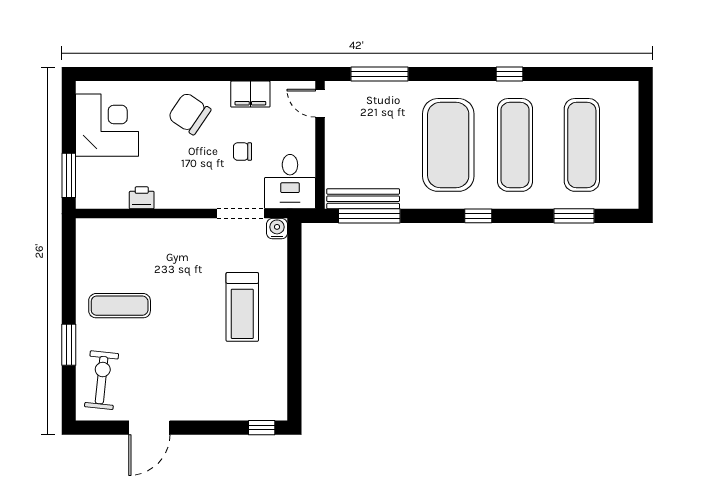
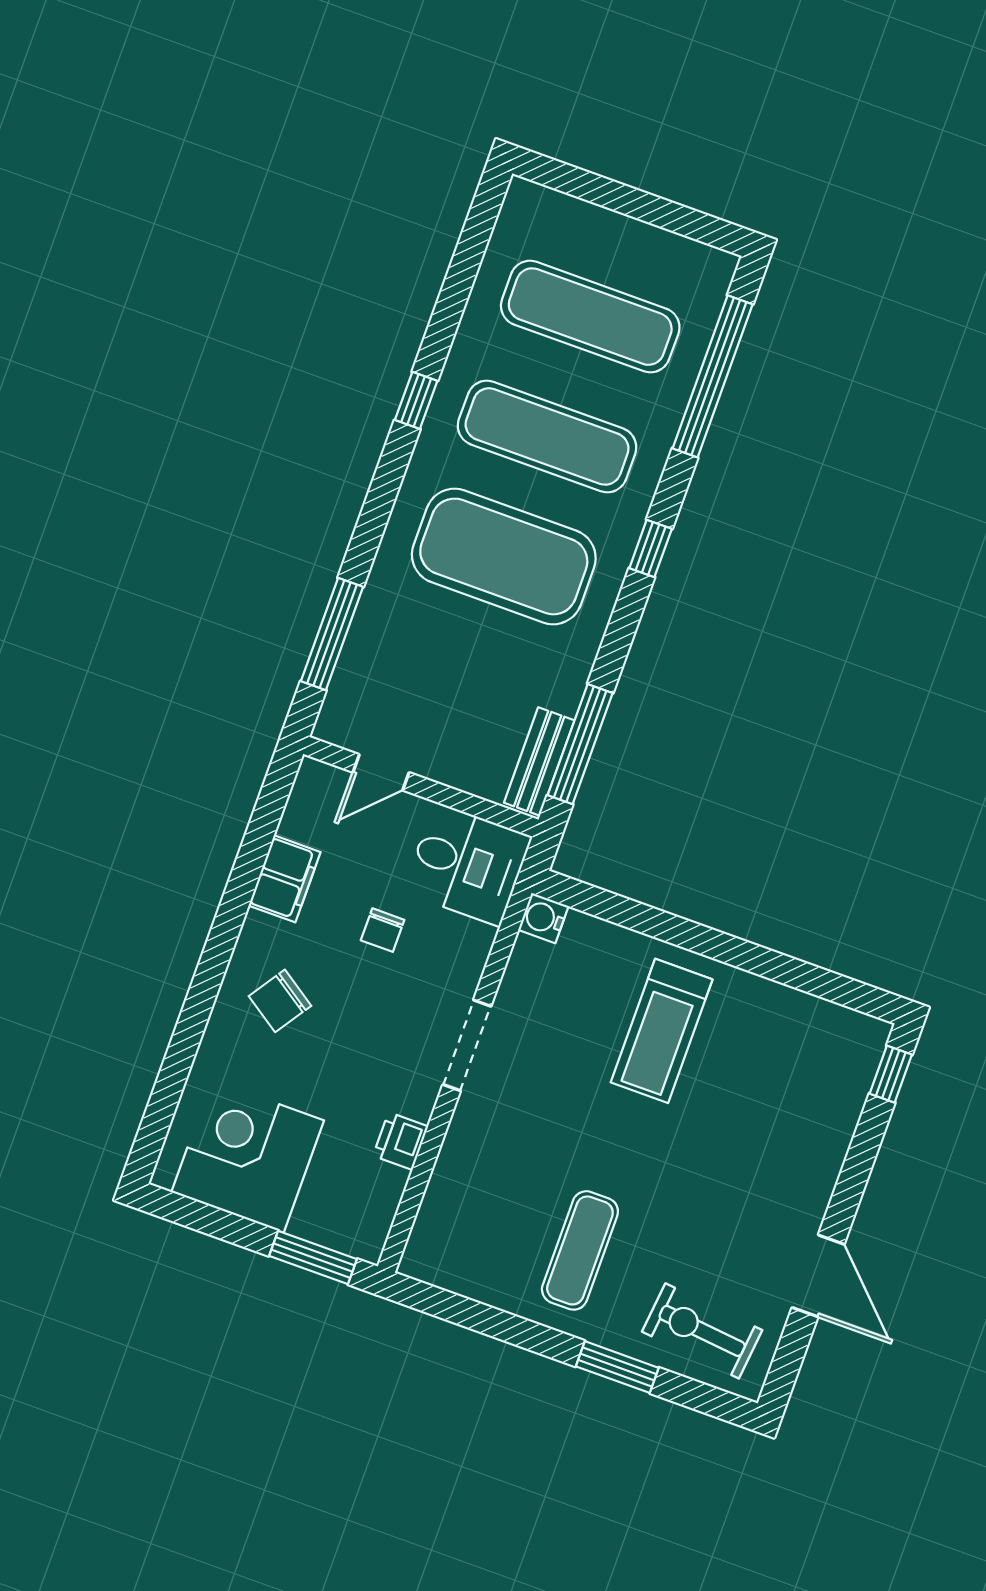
door: (320, 103) -> (381, 772), moved
chair: (189, 114) -> (280, 1001), width x0.73, depth x0.73
bench: (363, 199) -> (539, 761), width x0.73
doorway: (241, 214) -> (467, 1045), moved
window: (574, 216) -> (713, 376), width x2.11
treadmill: (242, 307) -> (662, 1031), turned 90

